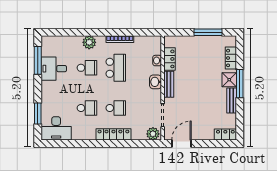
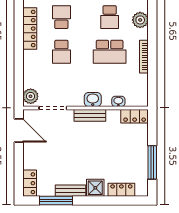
locker: (169, 59) -> (135, 116), moved
window: (240, 84) -> (56, 201), moved
school desk: (87, 108) -> (61, 17), turned 180
locker: (113, 134) -> (30, 29), moved

